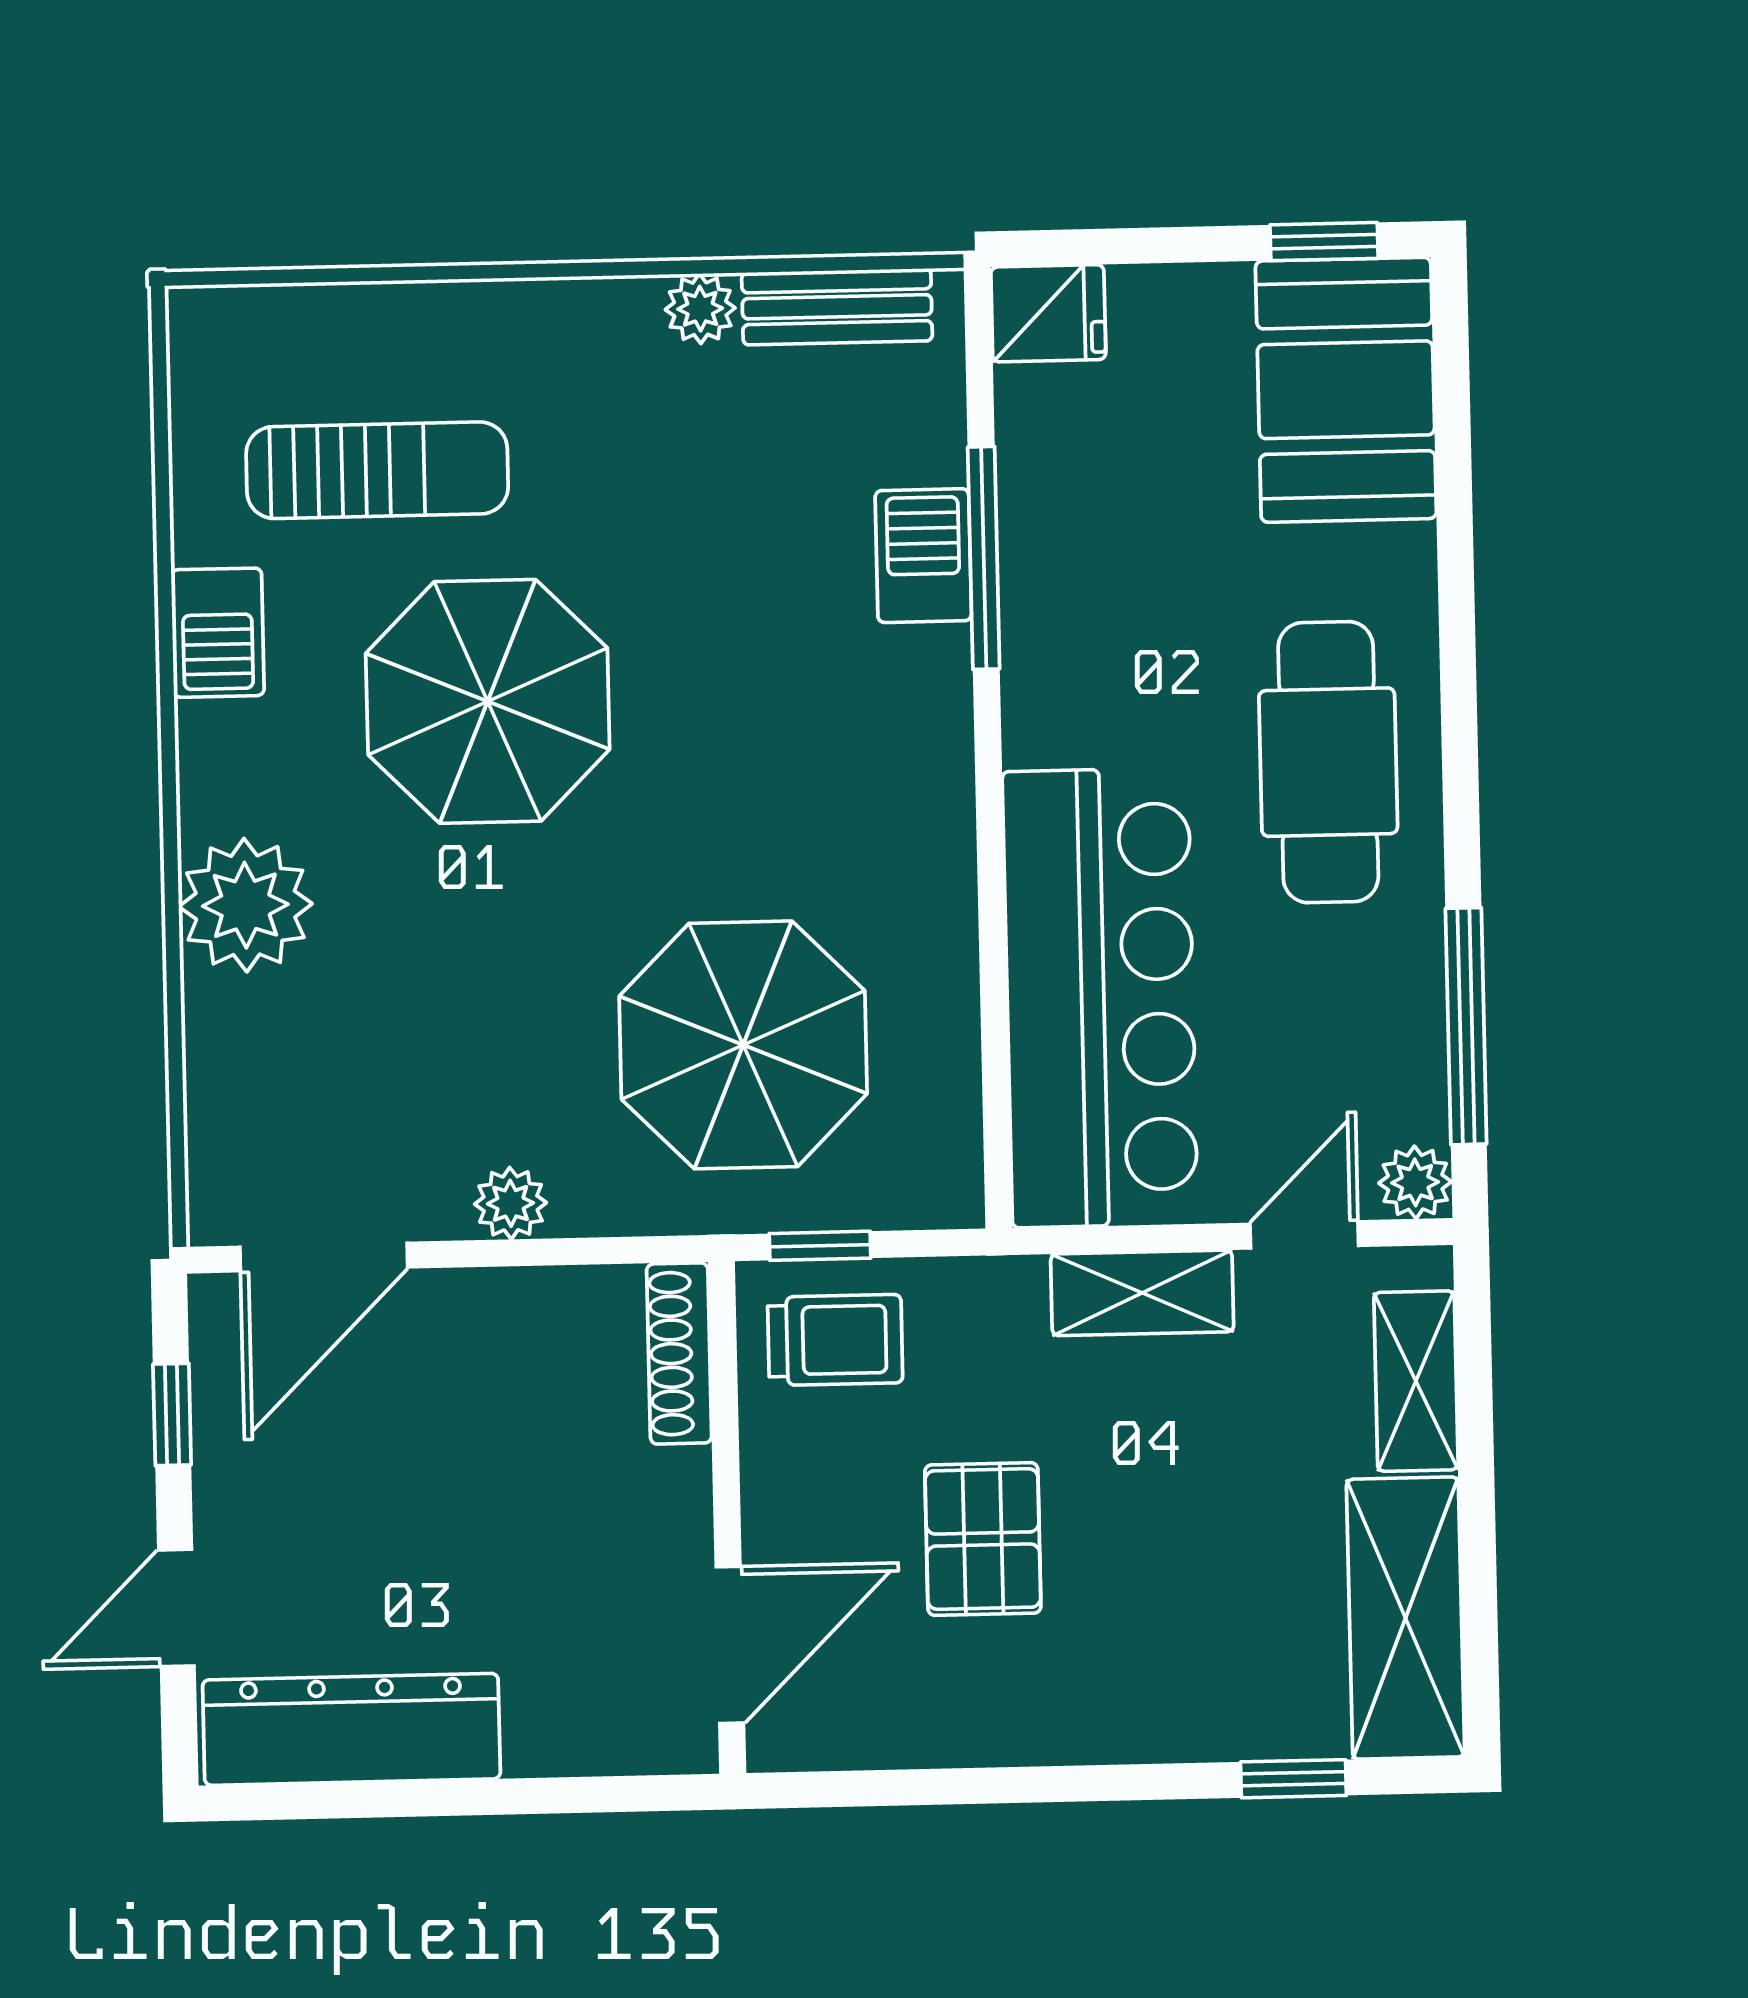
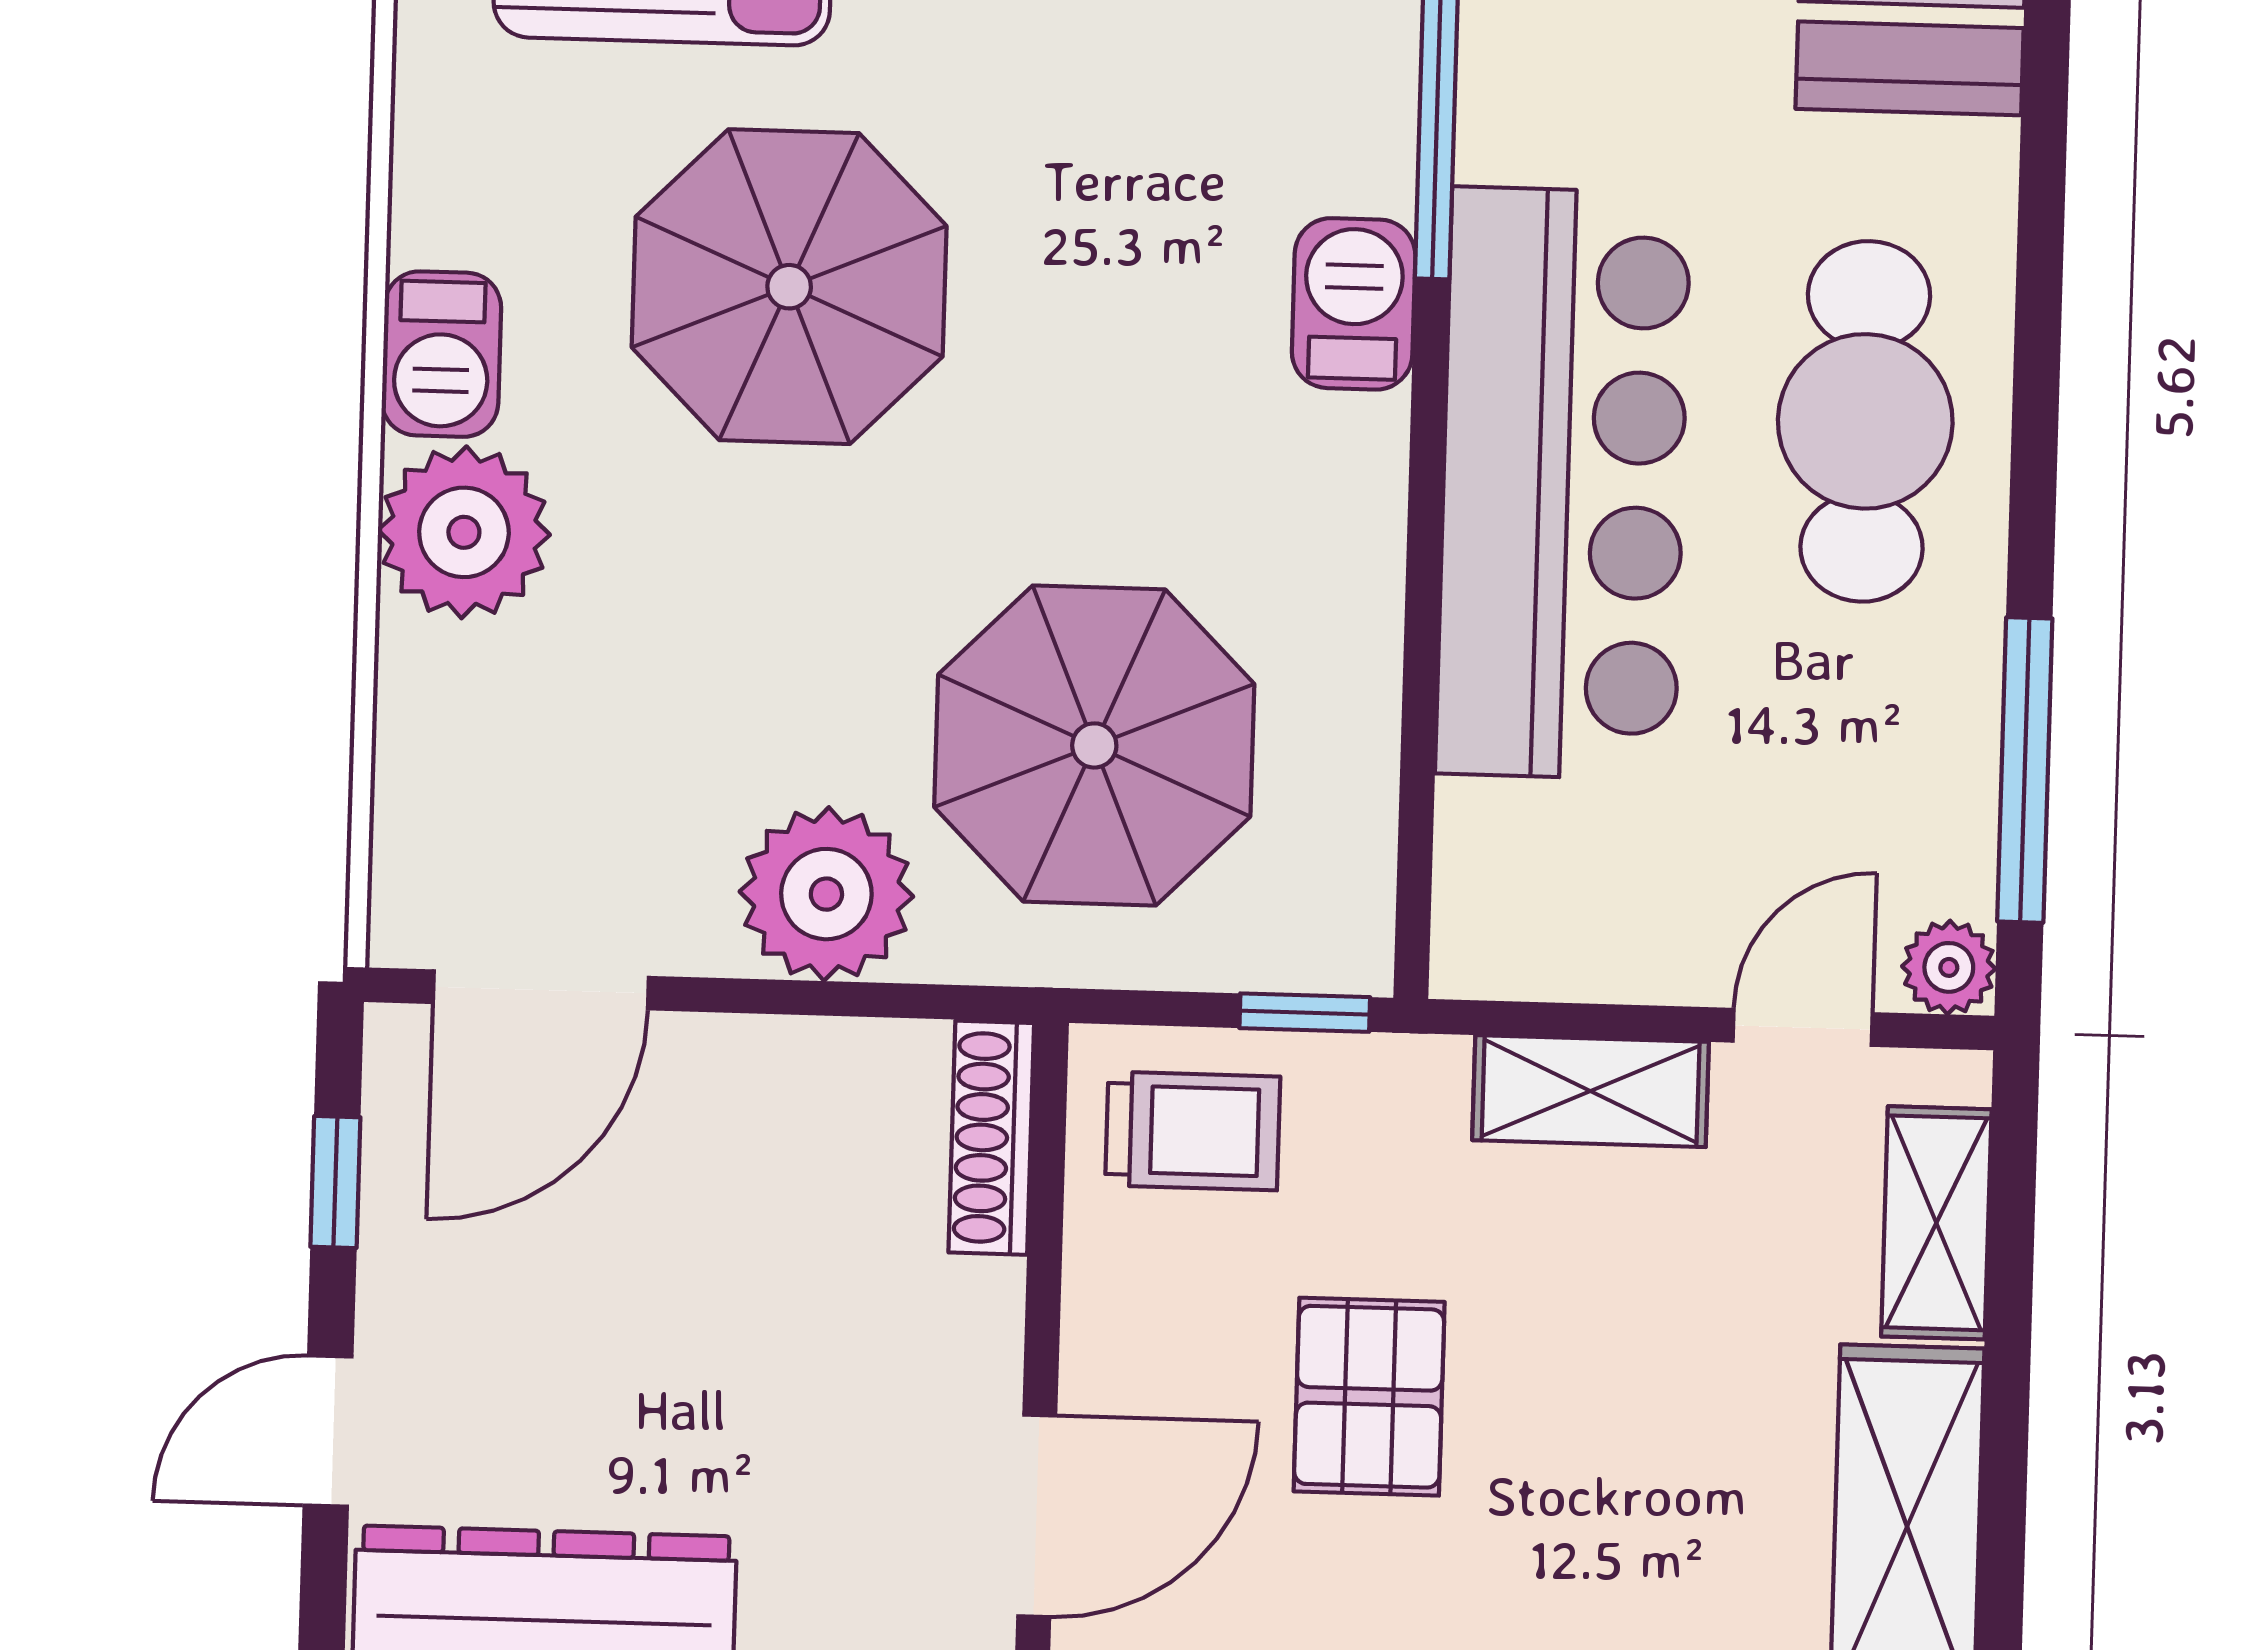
barbecue: (923, 556) -> (1354, 304), moved
barbecue: (218, 633) -> (441, 354), moved
bar counter: (1100, 998) -> (1563, 483), moved
plant: (511, 1203) -> (826, 894), width x1.87, depth x1.87
window: (820, 1246) -> (1305, 1013), moved

